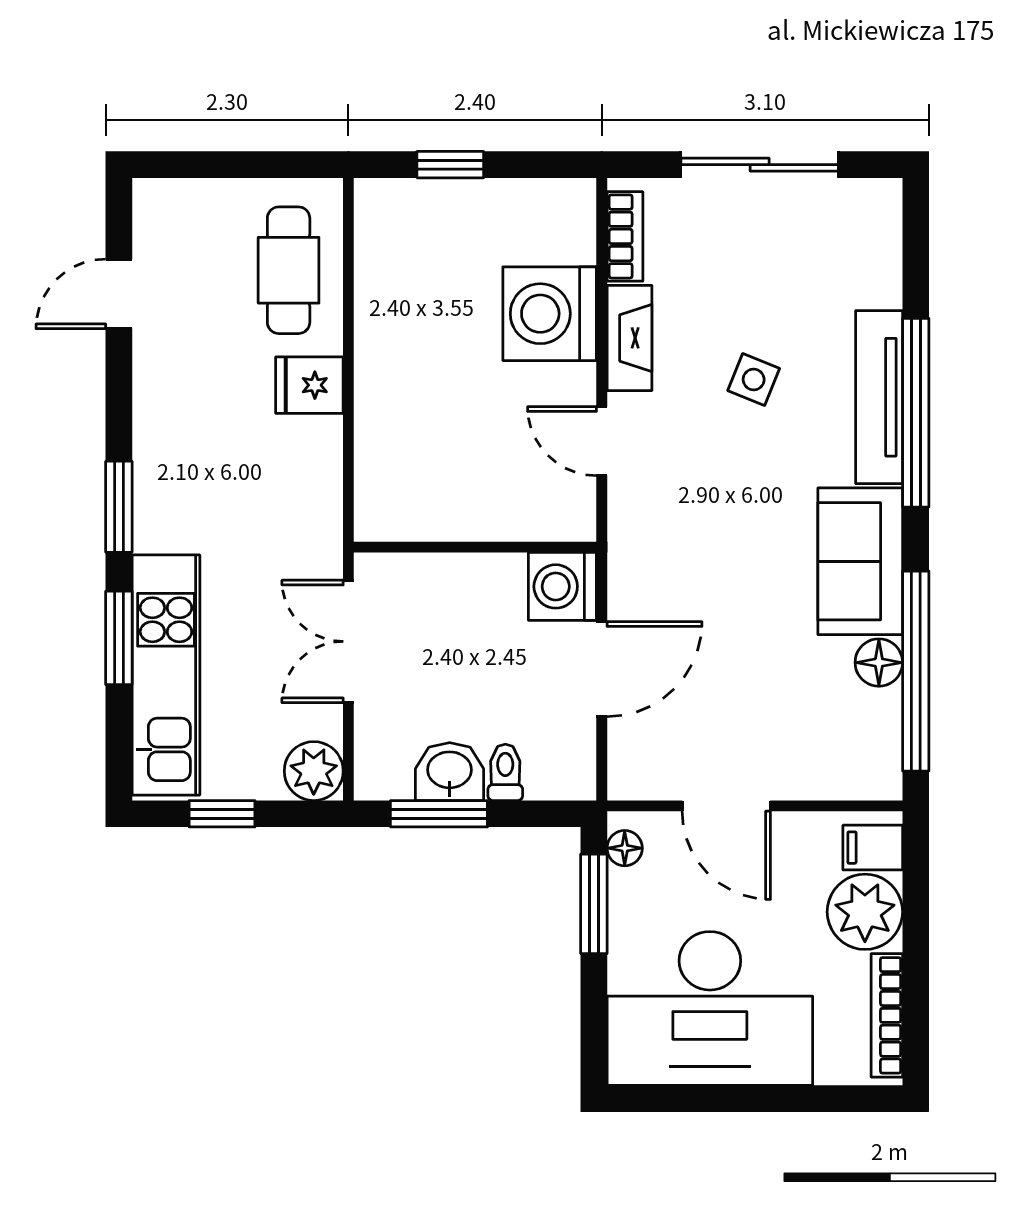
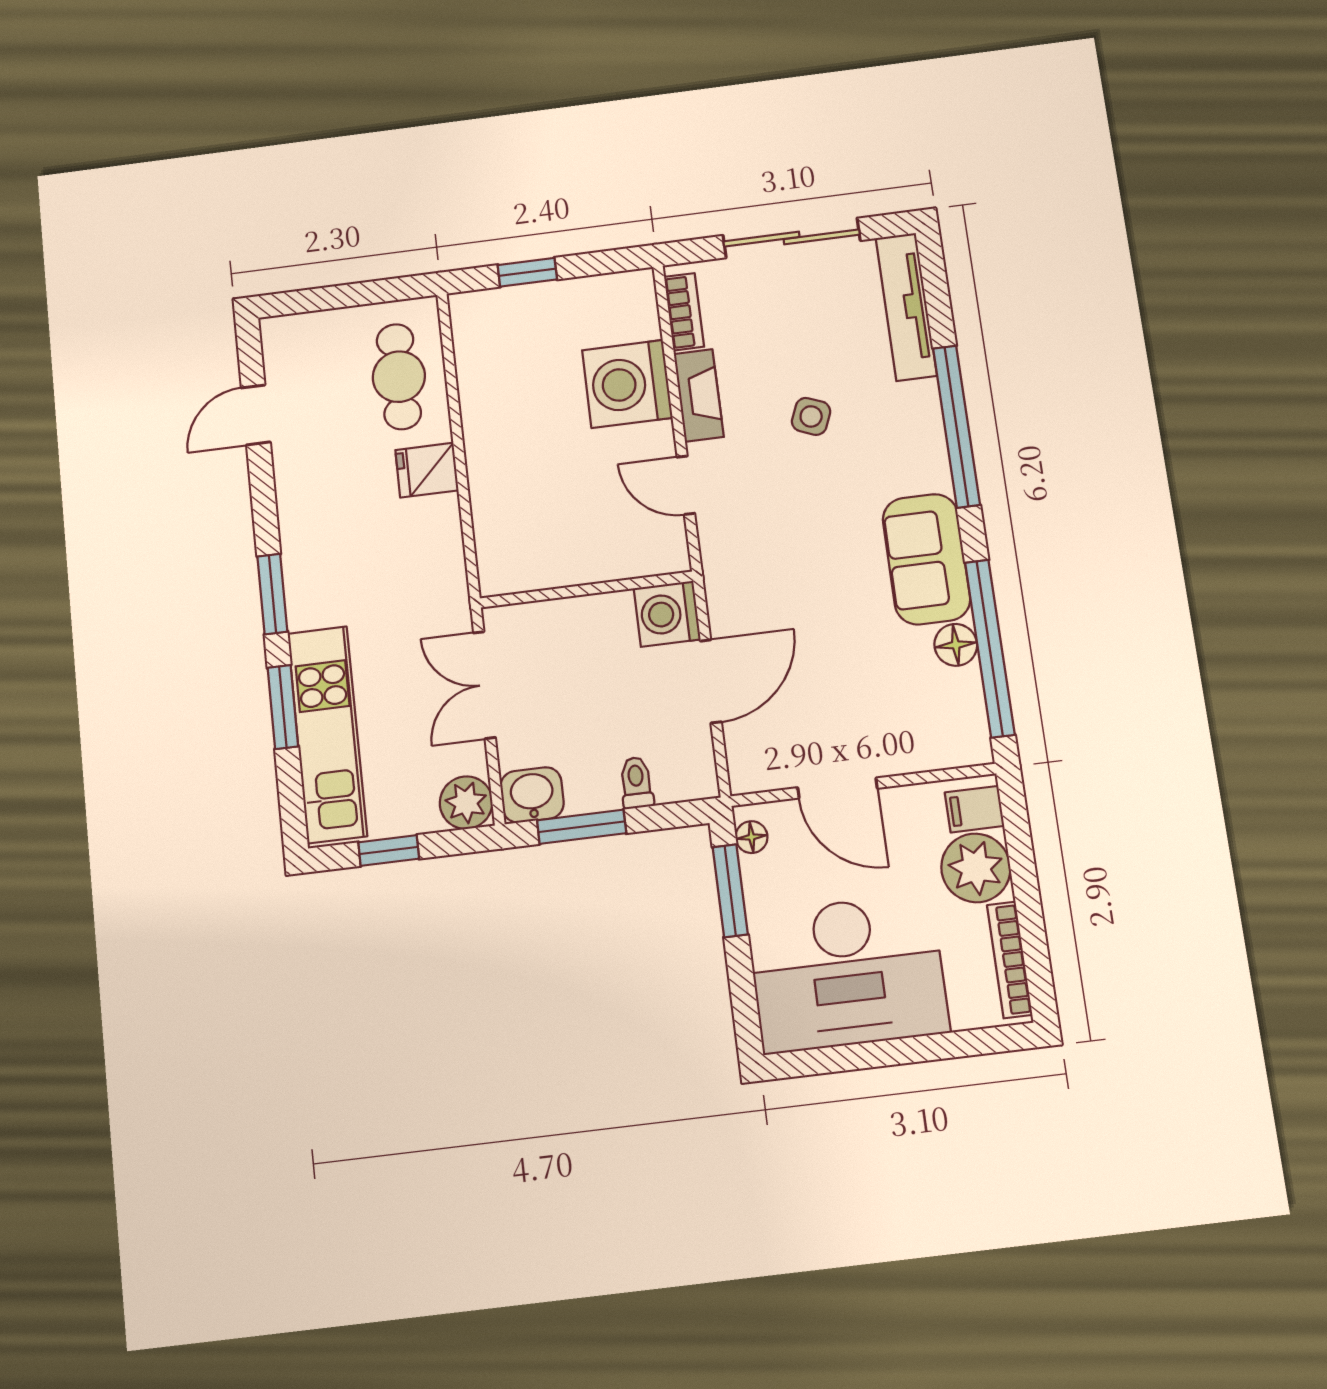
tv unit: (879, 397) -> (906, 307), moved
washbasin: (450, 772) -> (532, 795), moved

